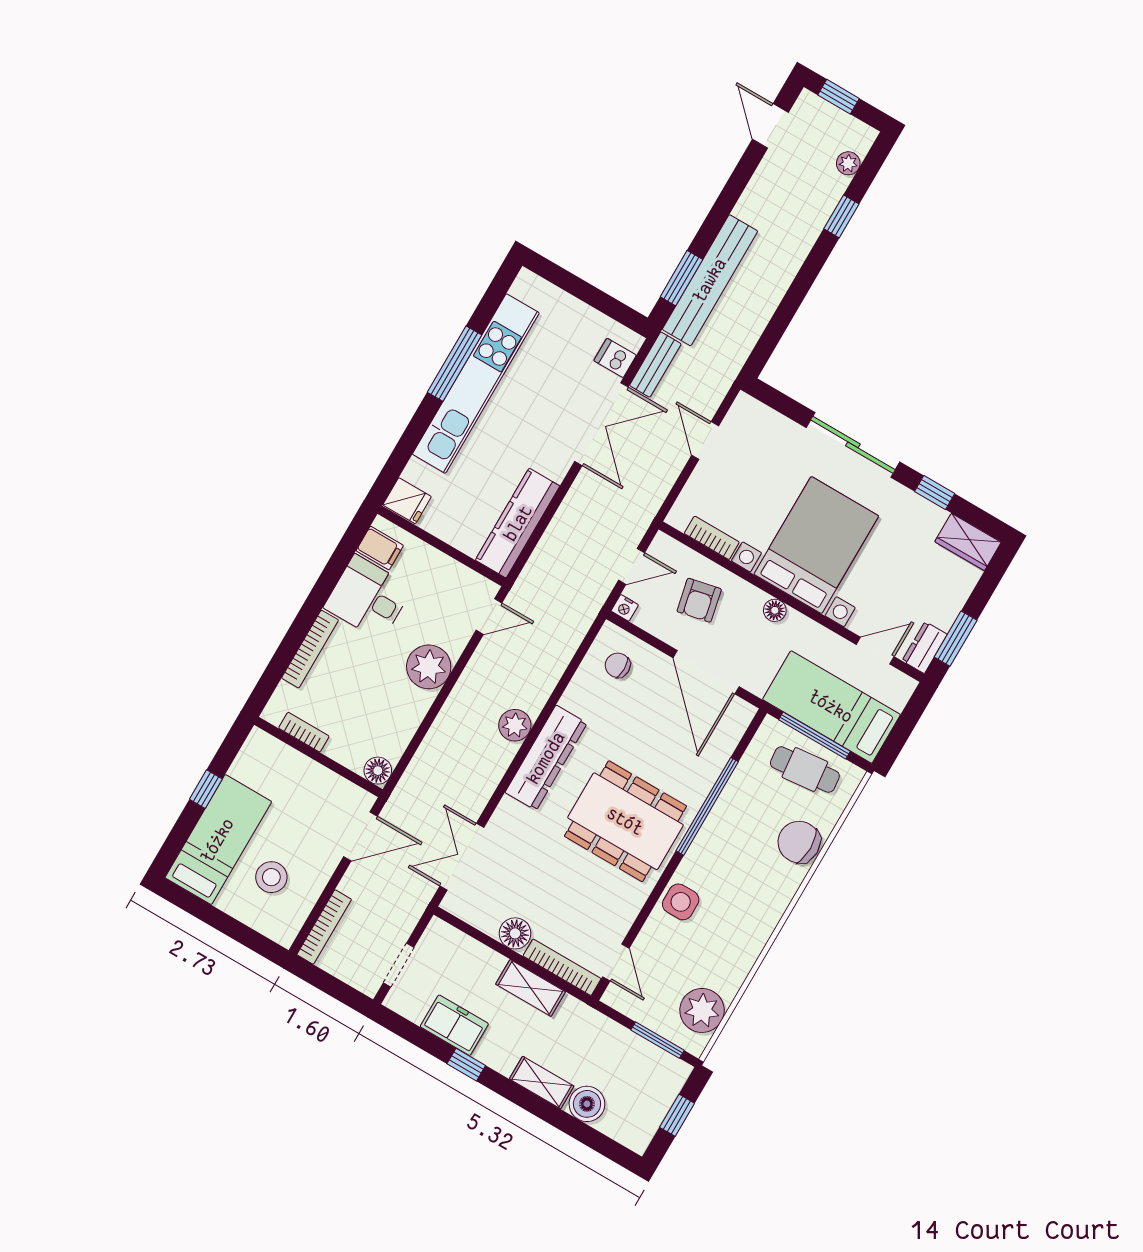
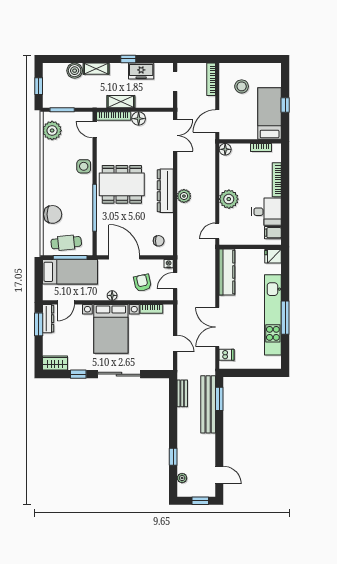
bench: (655, 365) -> (182, 393), moved
dresser: (925, 648) -> (48, 319), width x1.44
bed: (218, 840) -> (270, 114), moved, turned 180

